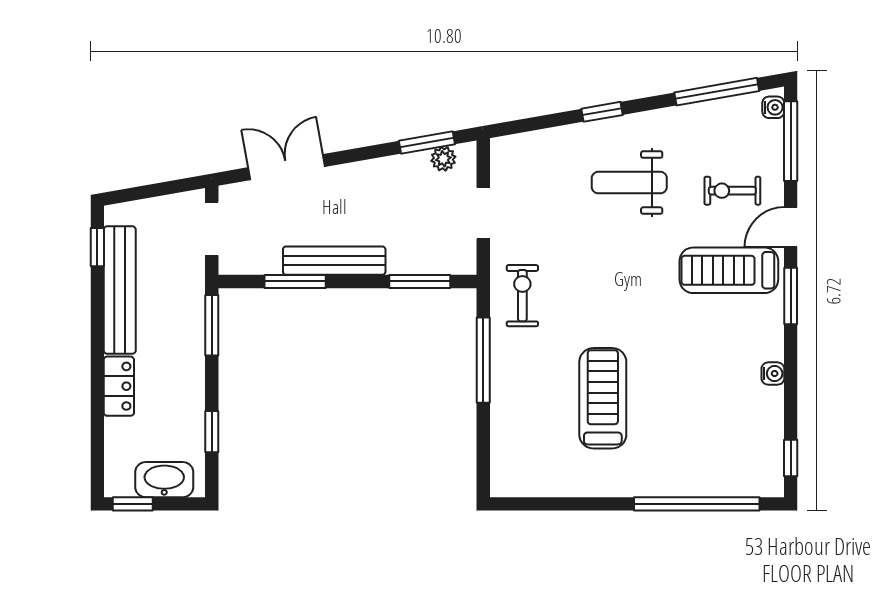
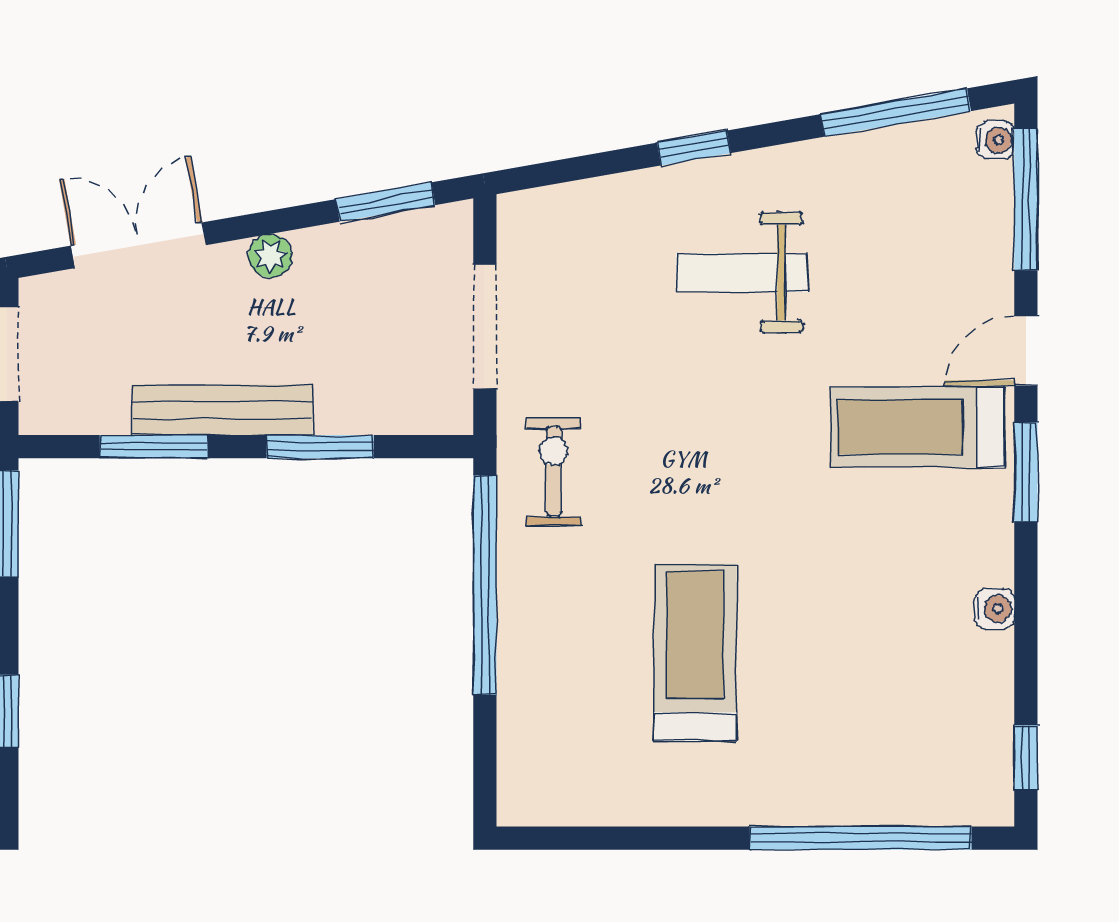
plant: (443, 159) -> (270, 256), moved
exercise bike: (732, 191) -> (923, 287), removed
doorway: (483, 213) -> (485, 326), width x1.38
window: (420, 281) -> (320, 447), moved
window: (483, 360) -> (485, 585), width x1.46

